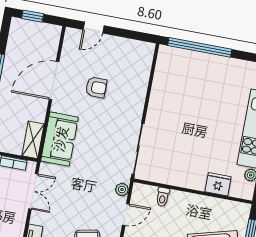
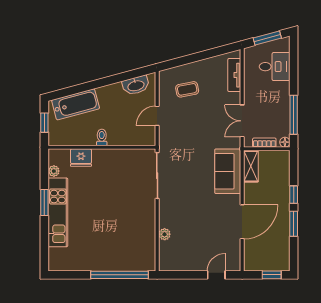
armchair: (96, 87) -> (204, 223), removed
plant: (122, 189) -> (165, 234), moved
toilet: (163, 197) -> (102, 137), moved

